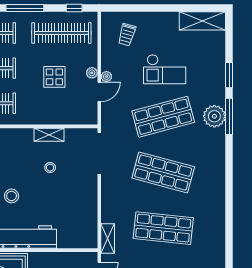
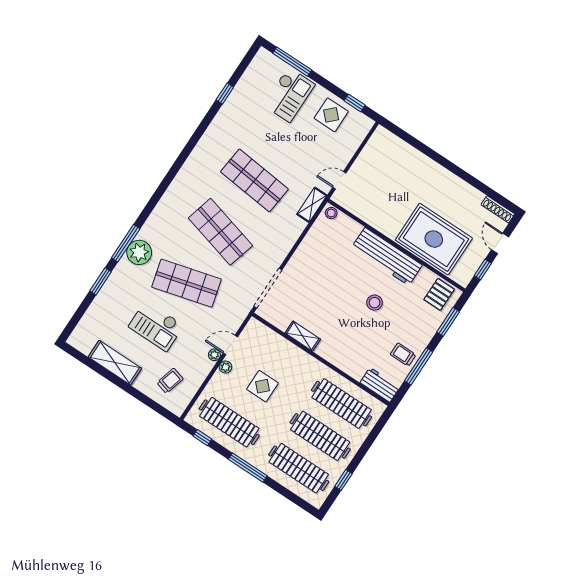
shelving: (202, 21) -> (115, 363), moved
checkout: (165, 69) -> (156, 326), turned 180
stool: (50, 168) -> (331, 213), moved

